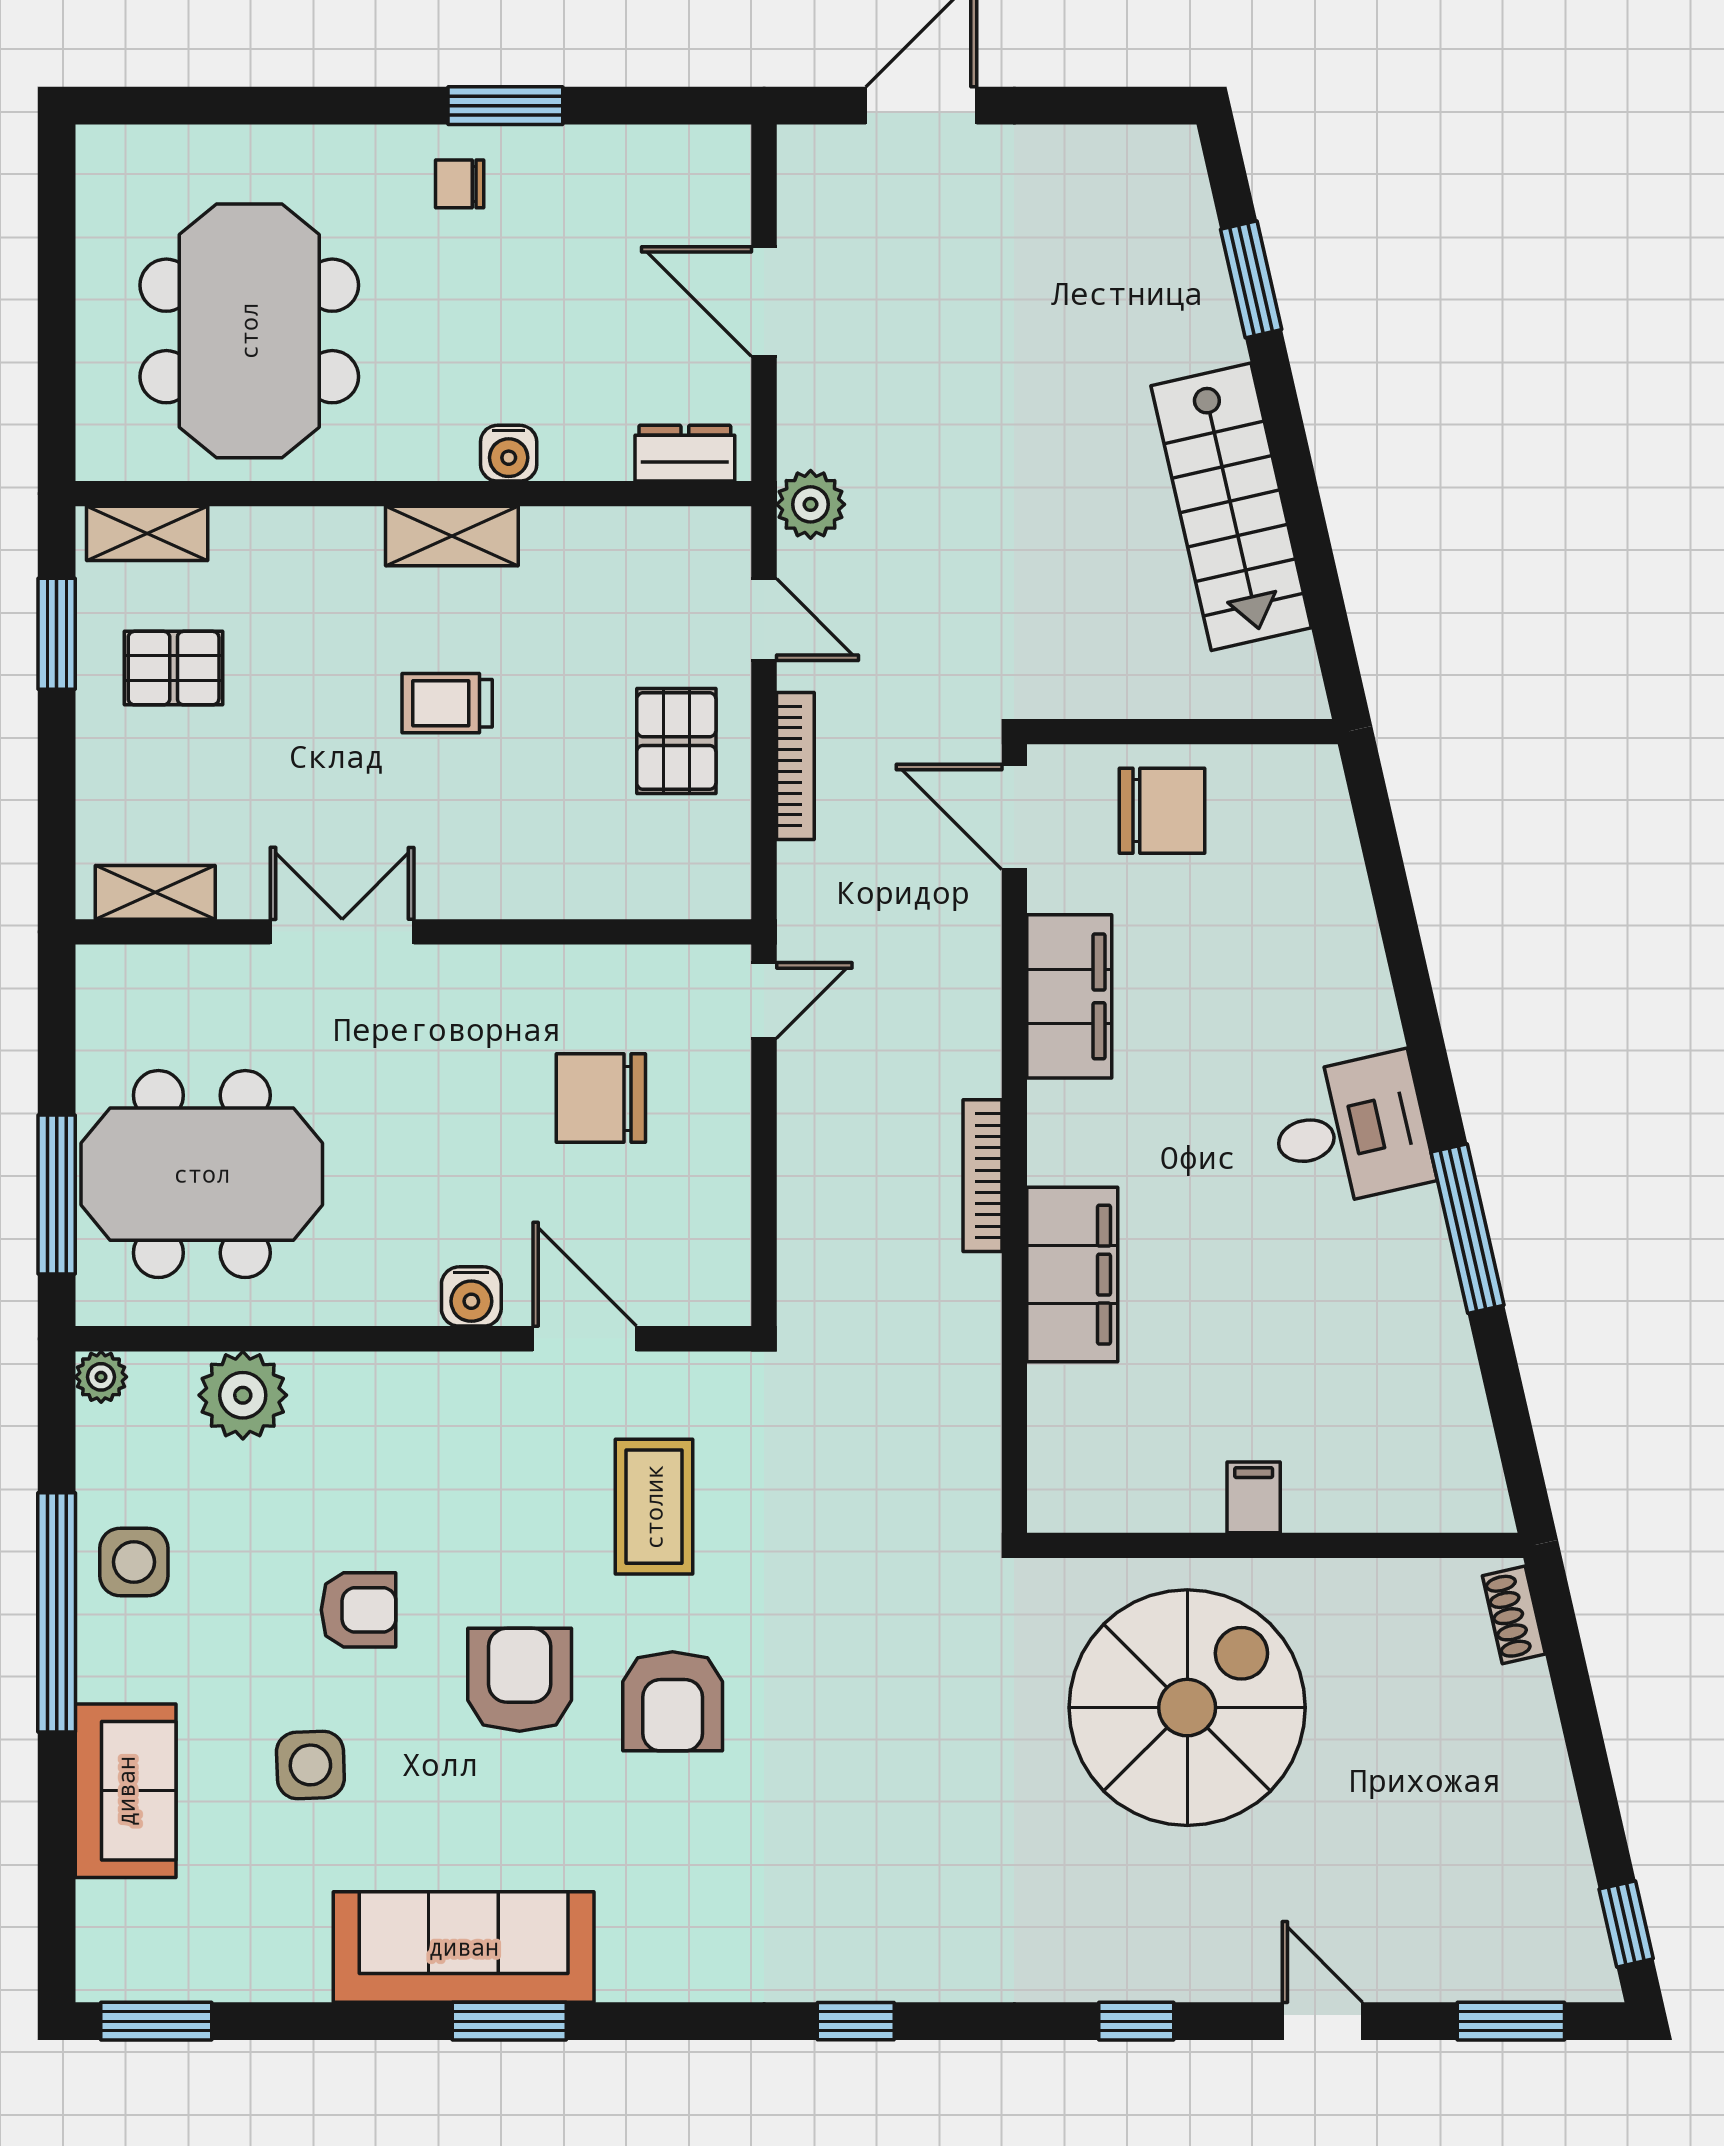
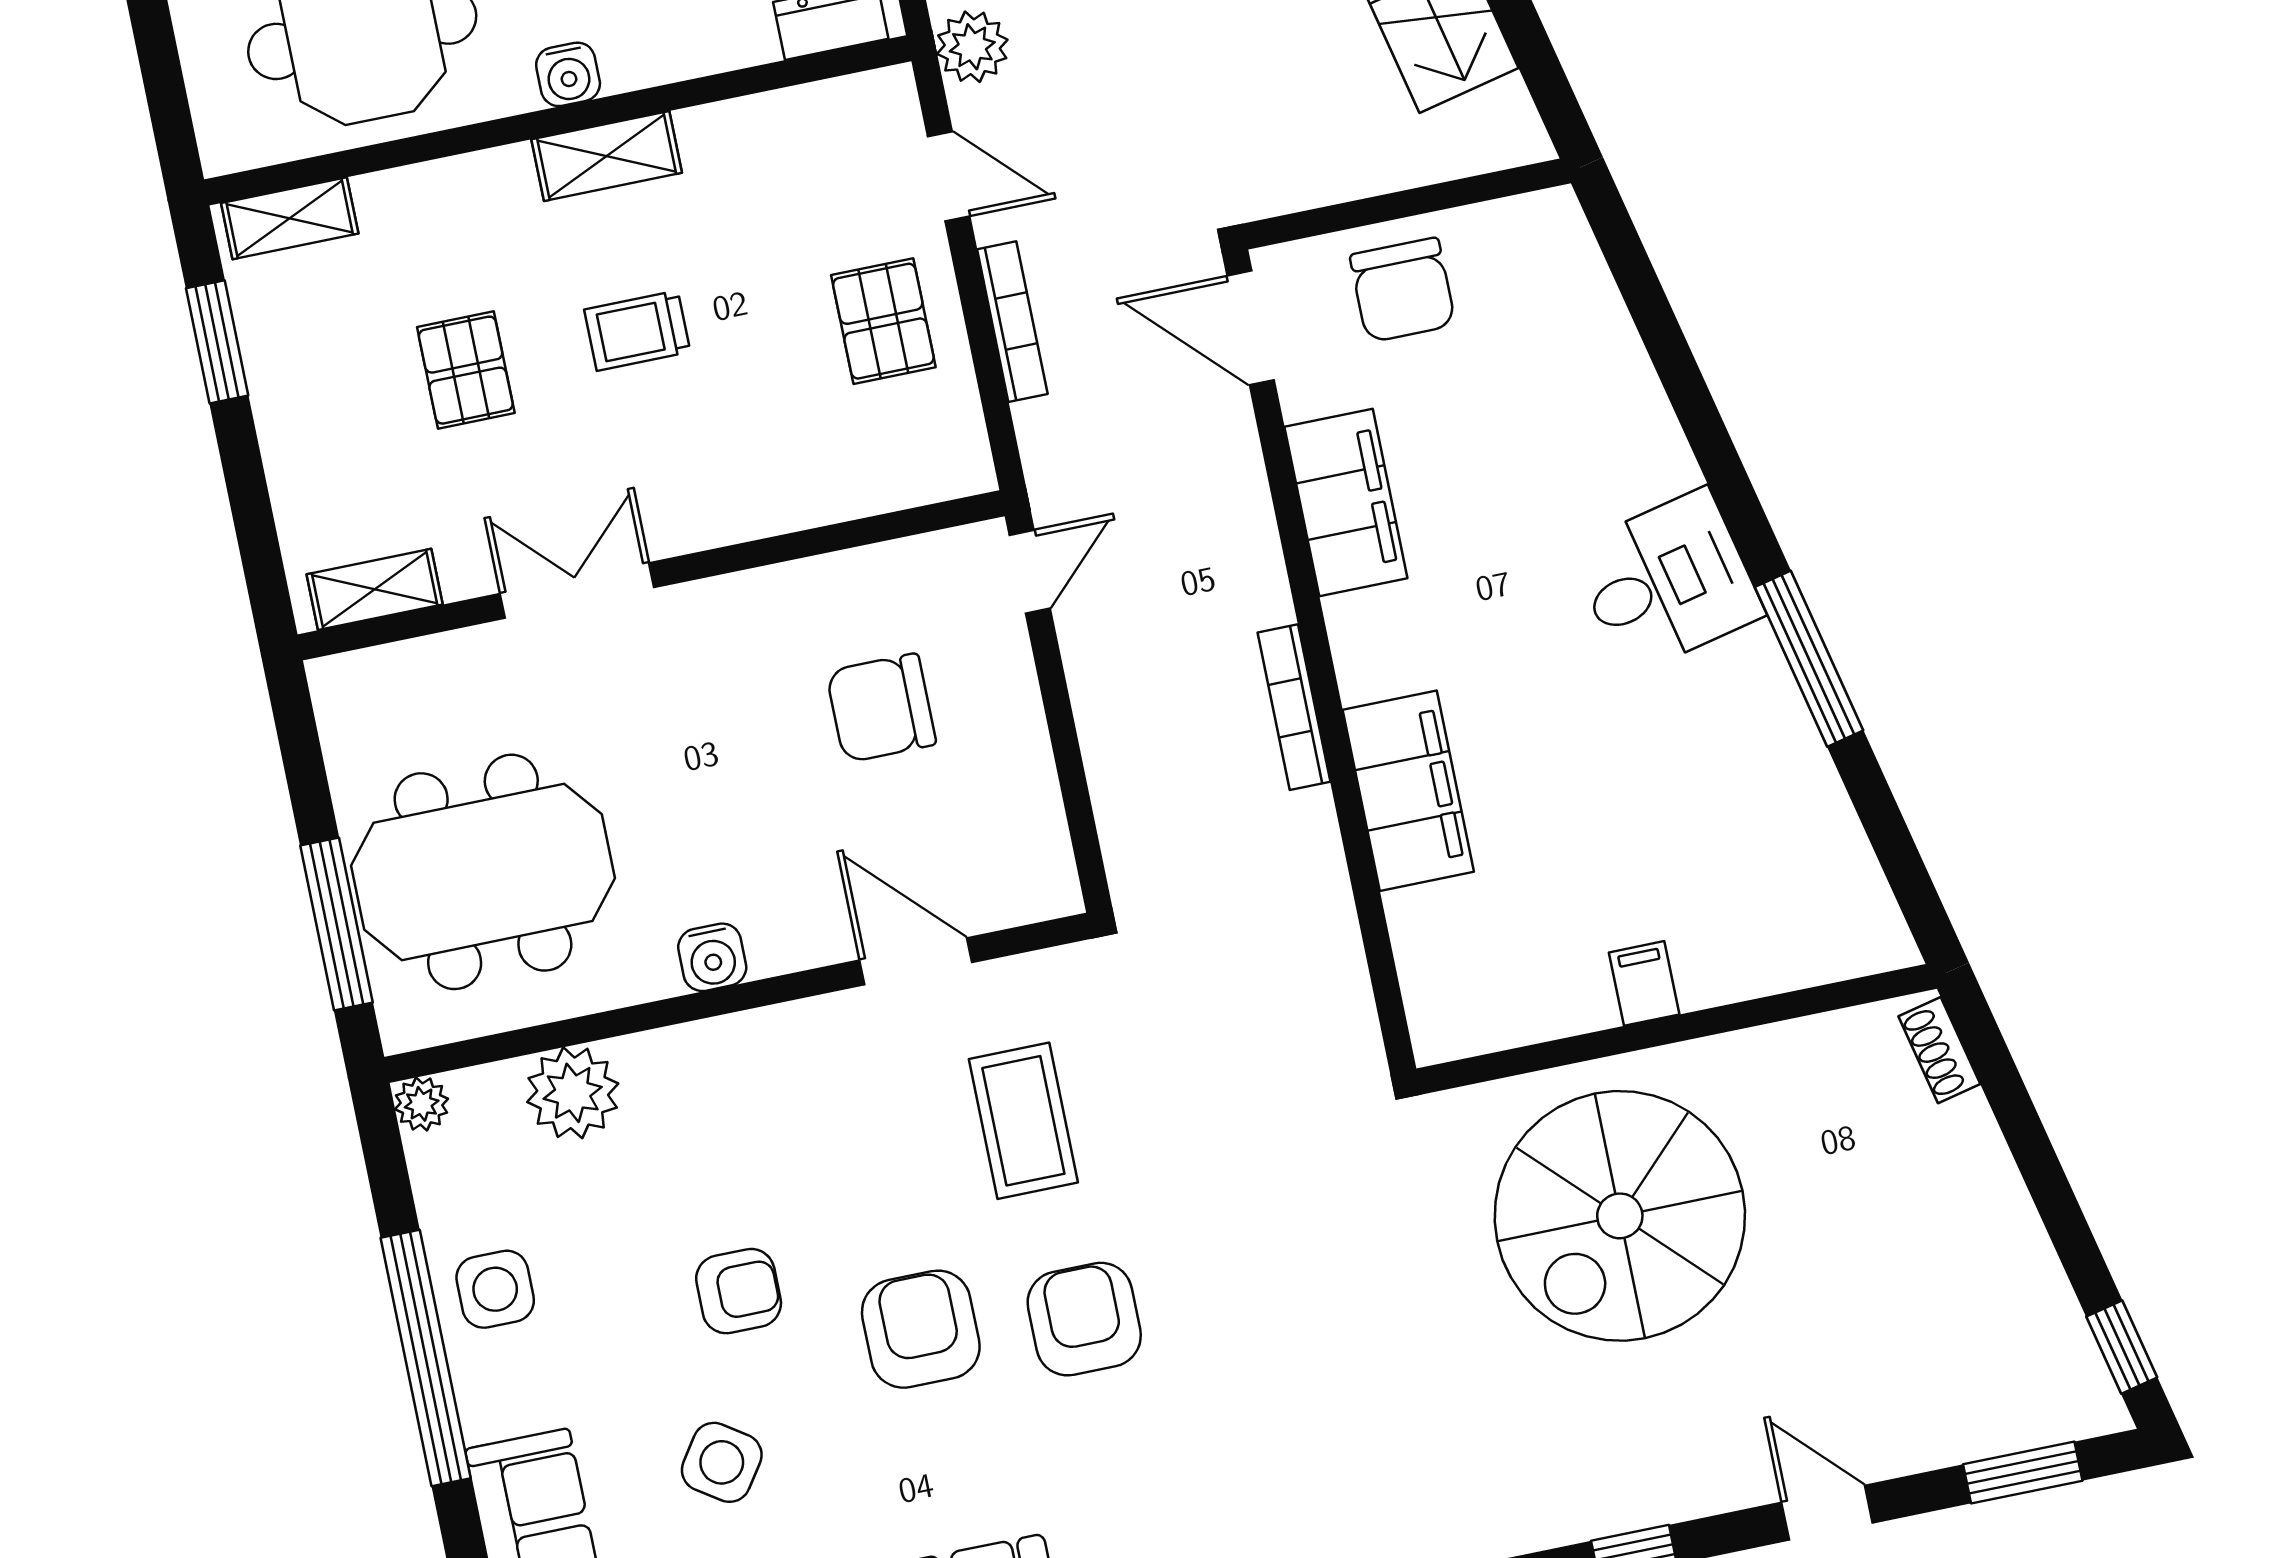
water cooler: (509, 453) -> (568, 74), moved
pallet: (174, 668) -> (466, 370), moved, turned 90
chair: (1162, 811) -> (1403, 290), turned 90
water cooler: (471, 1296) -> (712, 957), moved
armchair: (673, 1701) -> (1084, 1319), turned 180
spiral stairs: (1187, 1708) -> (1620, 1216), turned 180
side table: (310, 1765) -> (722, 1462), turned 36

